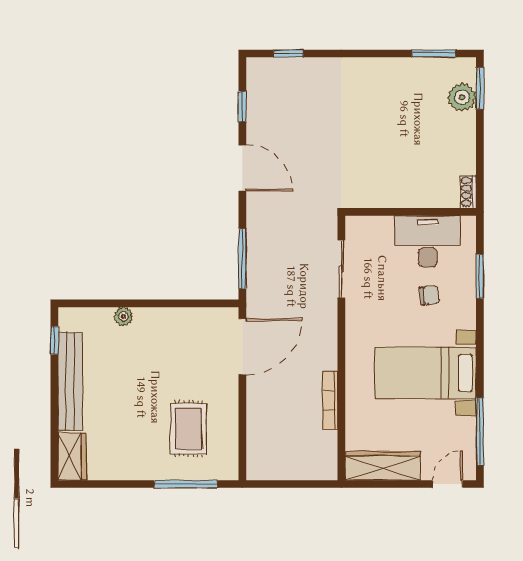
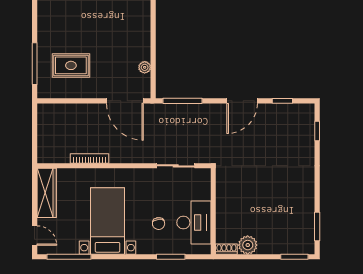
plant: (462, 97) -> (248, 245), moved
plant: (123, 316) -> (145, 67), moved

